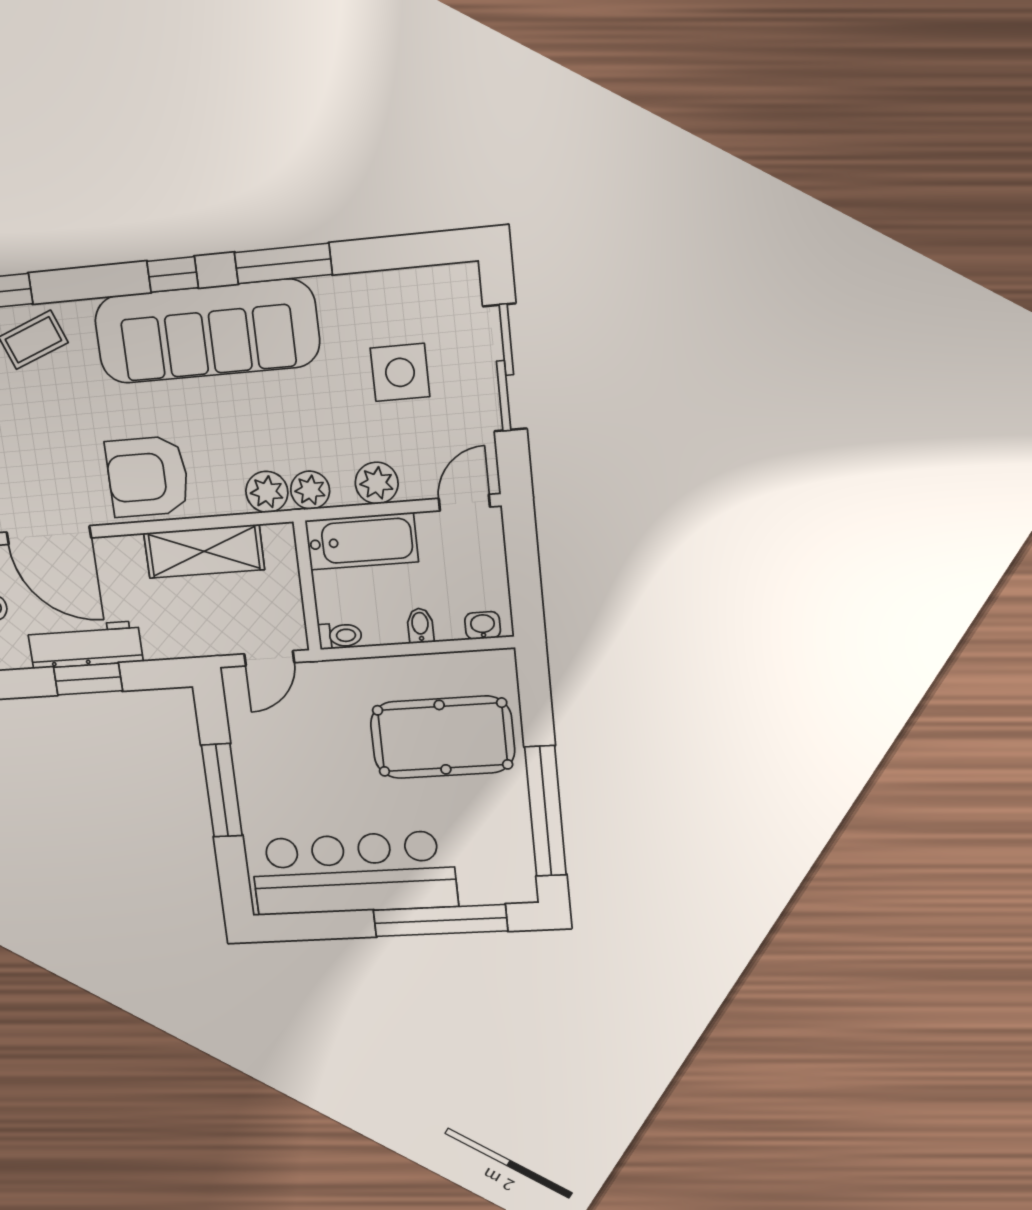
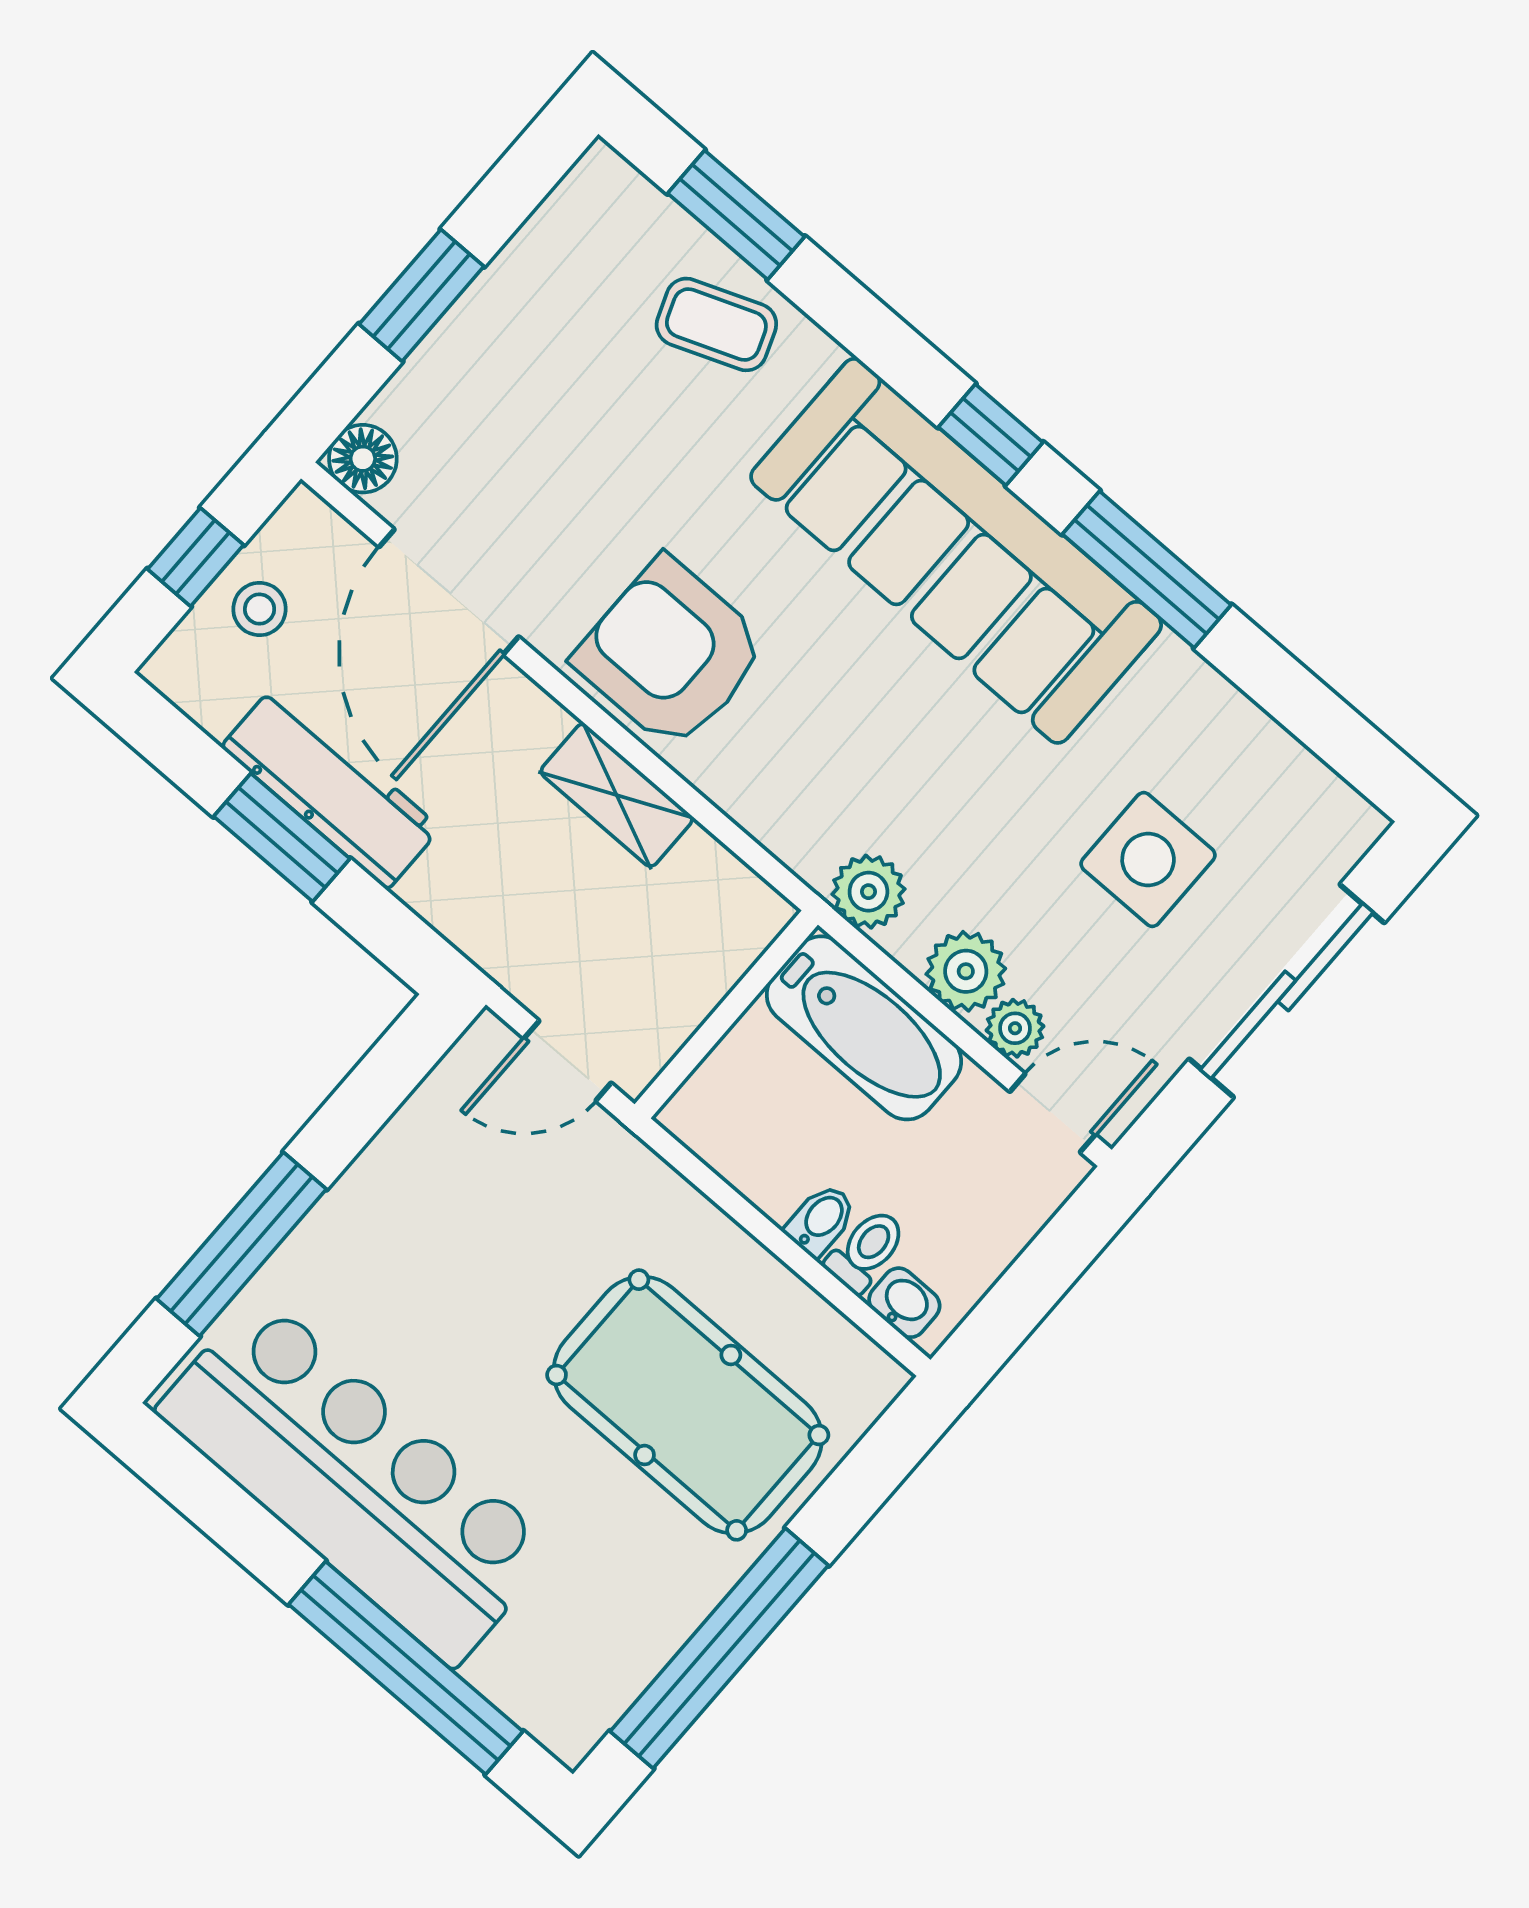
plant: (267, 492) -> (1015, 1028), moved, width x0.73, depth x0.73
shelving: (204, 551) -> (617, 795), width x0.67, depth x0.75
toilet: (340, 636) -> (866, 1250), moved, turned -90
window: (222, 790) -> (241, 1244), moved

